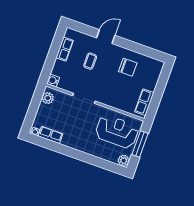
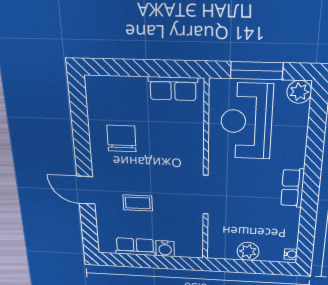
water cooler: (53, 80) -> (165, 249), moved
plant: (48, 98) -> (248, 251), moved
row of seats: (51, 135) -> (293, 188), moved

